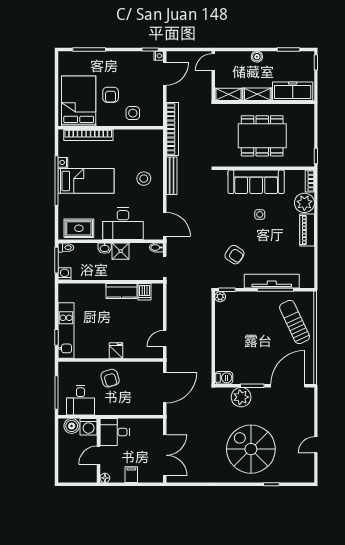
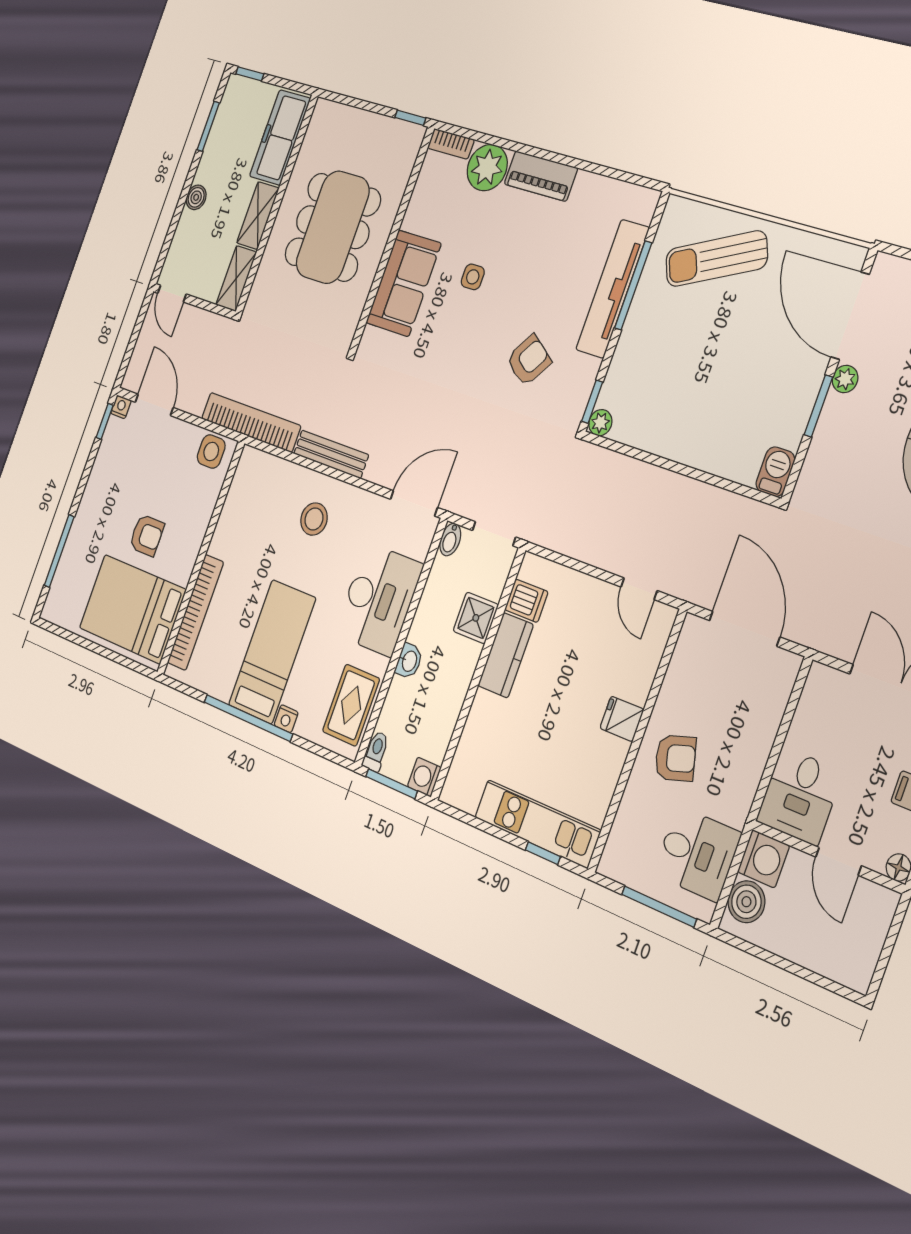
side table: (133, 113) -> (211, 451), moved
nightstand: (63, 162) -> (286, 719), moved
sofa: (256, 182) -> (404, 283), width x0.73
shower: (121, 251) -> (476, 618), moved
plant: (241, 397) -> (845, 379), moved, width x0.53, depth x0.53

